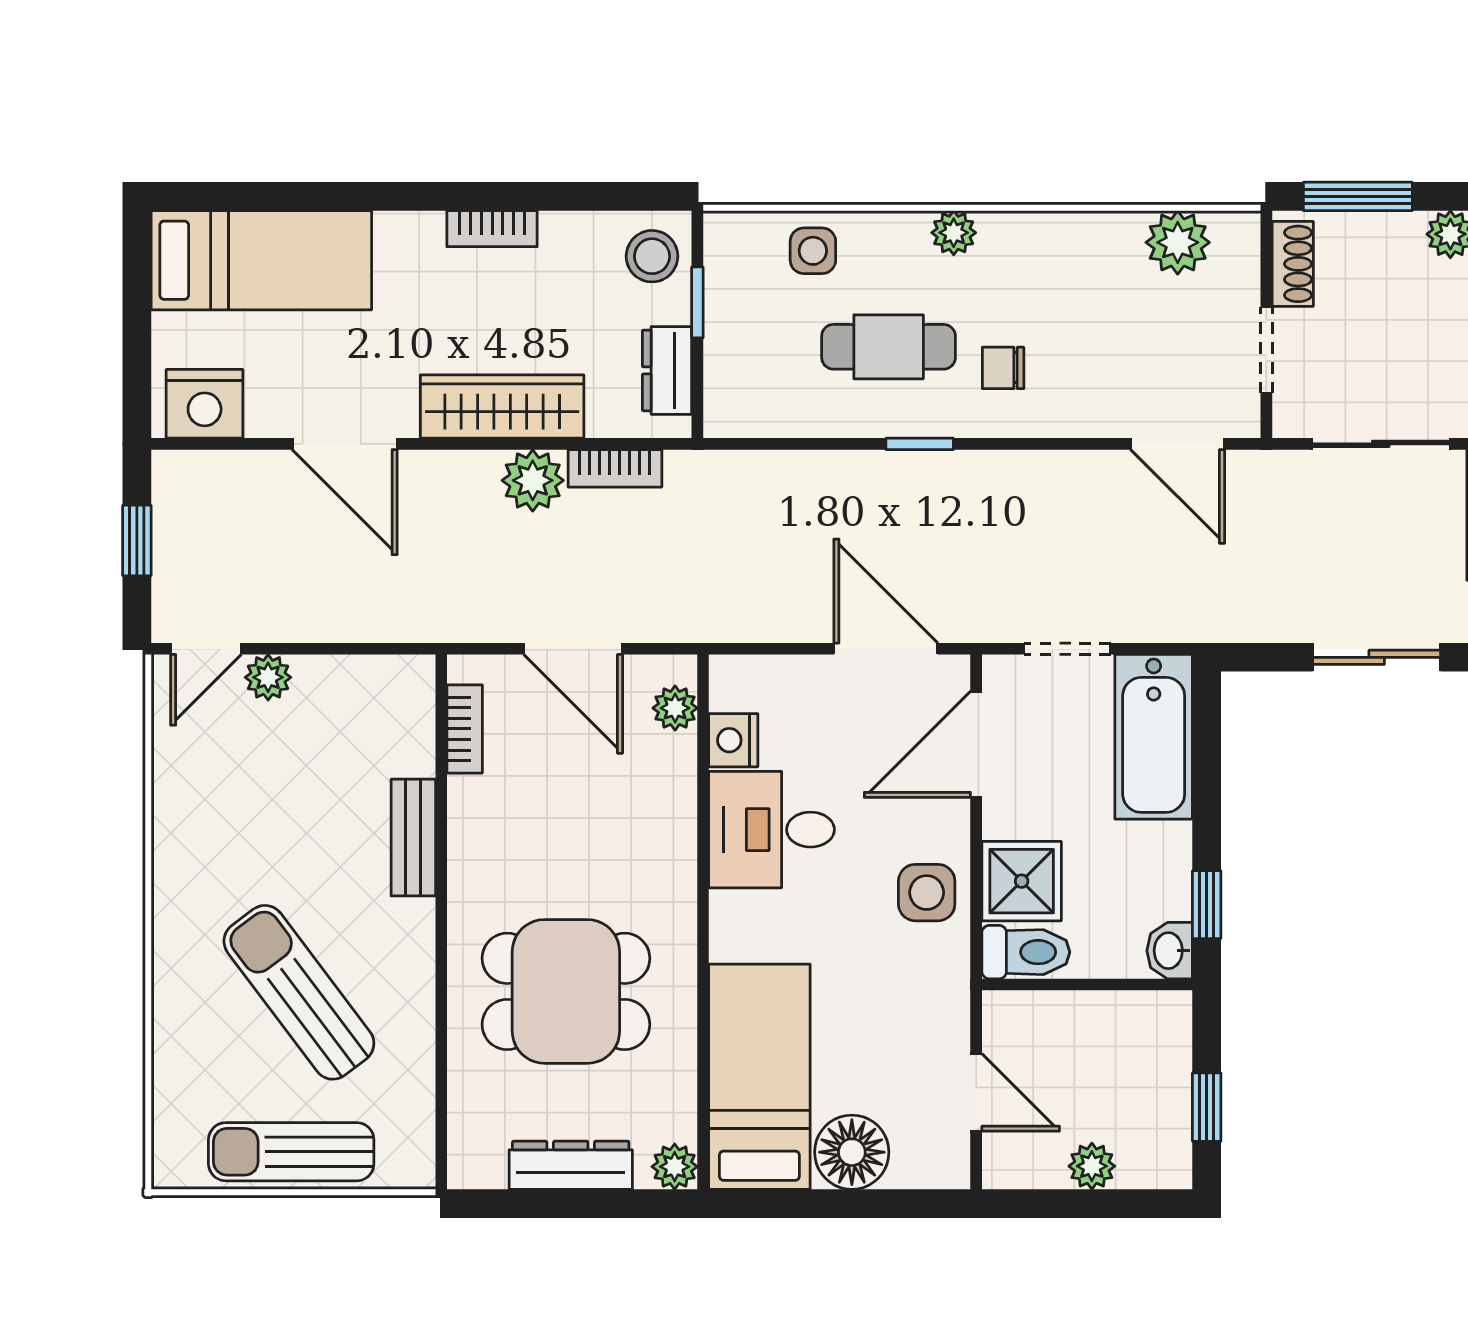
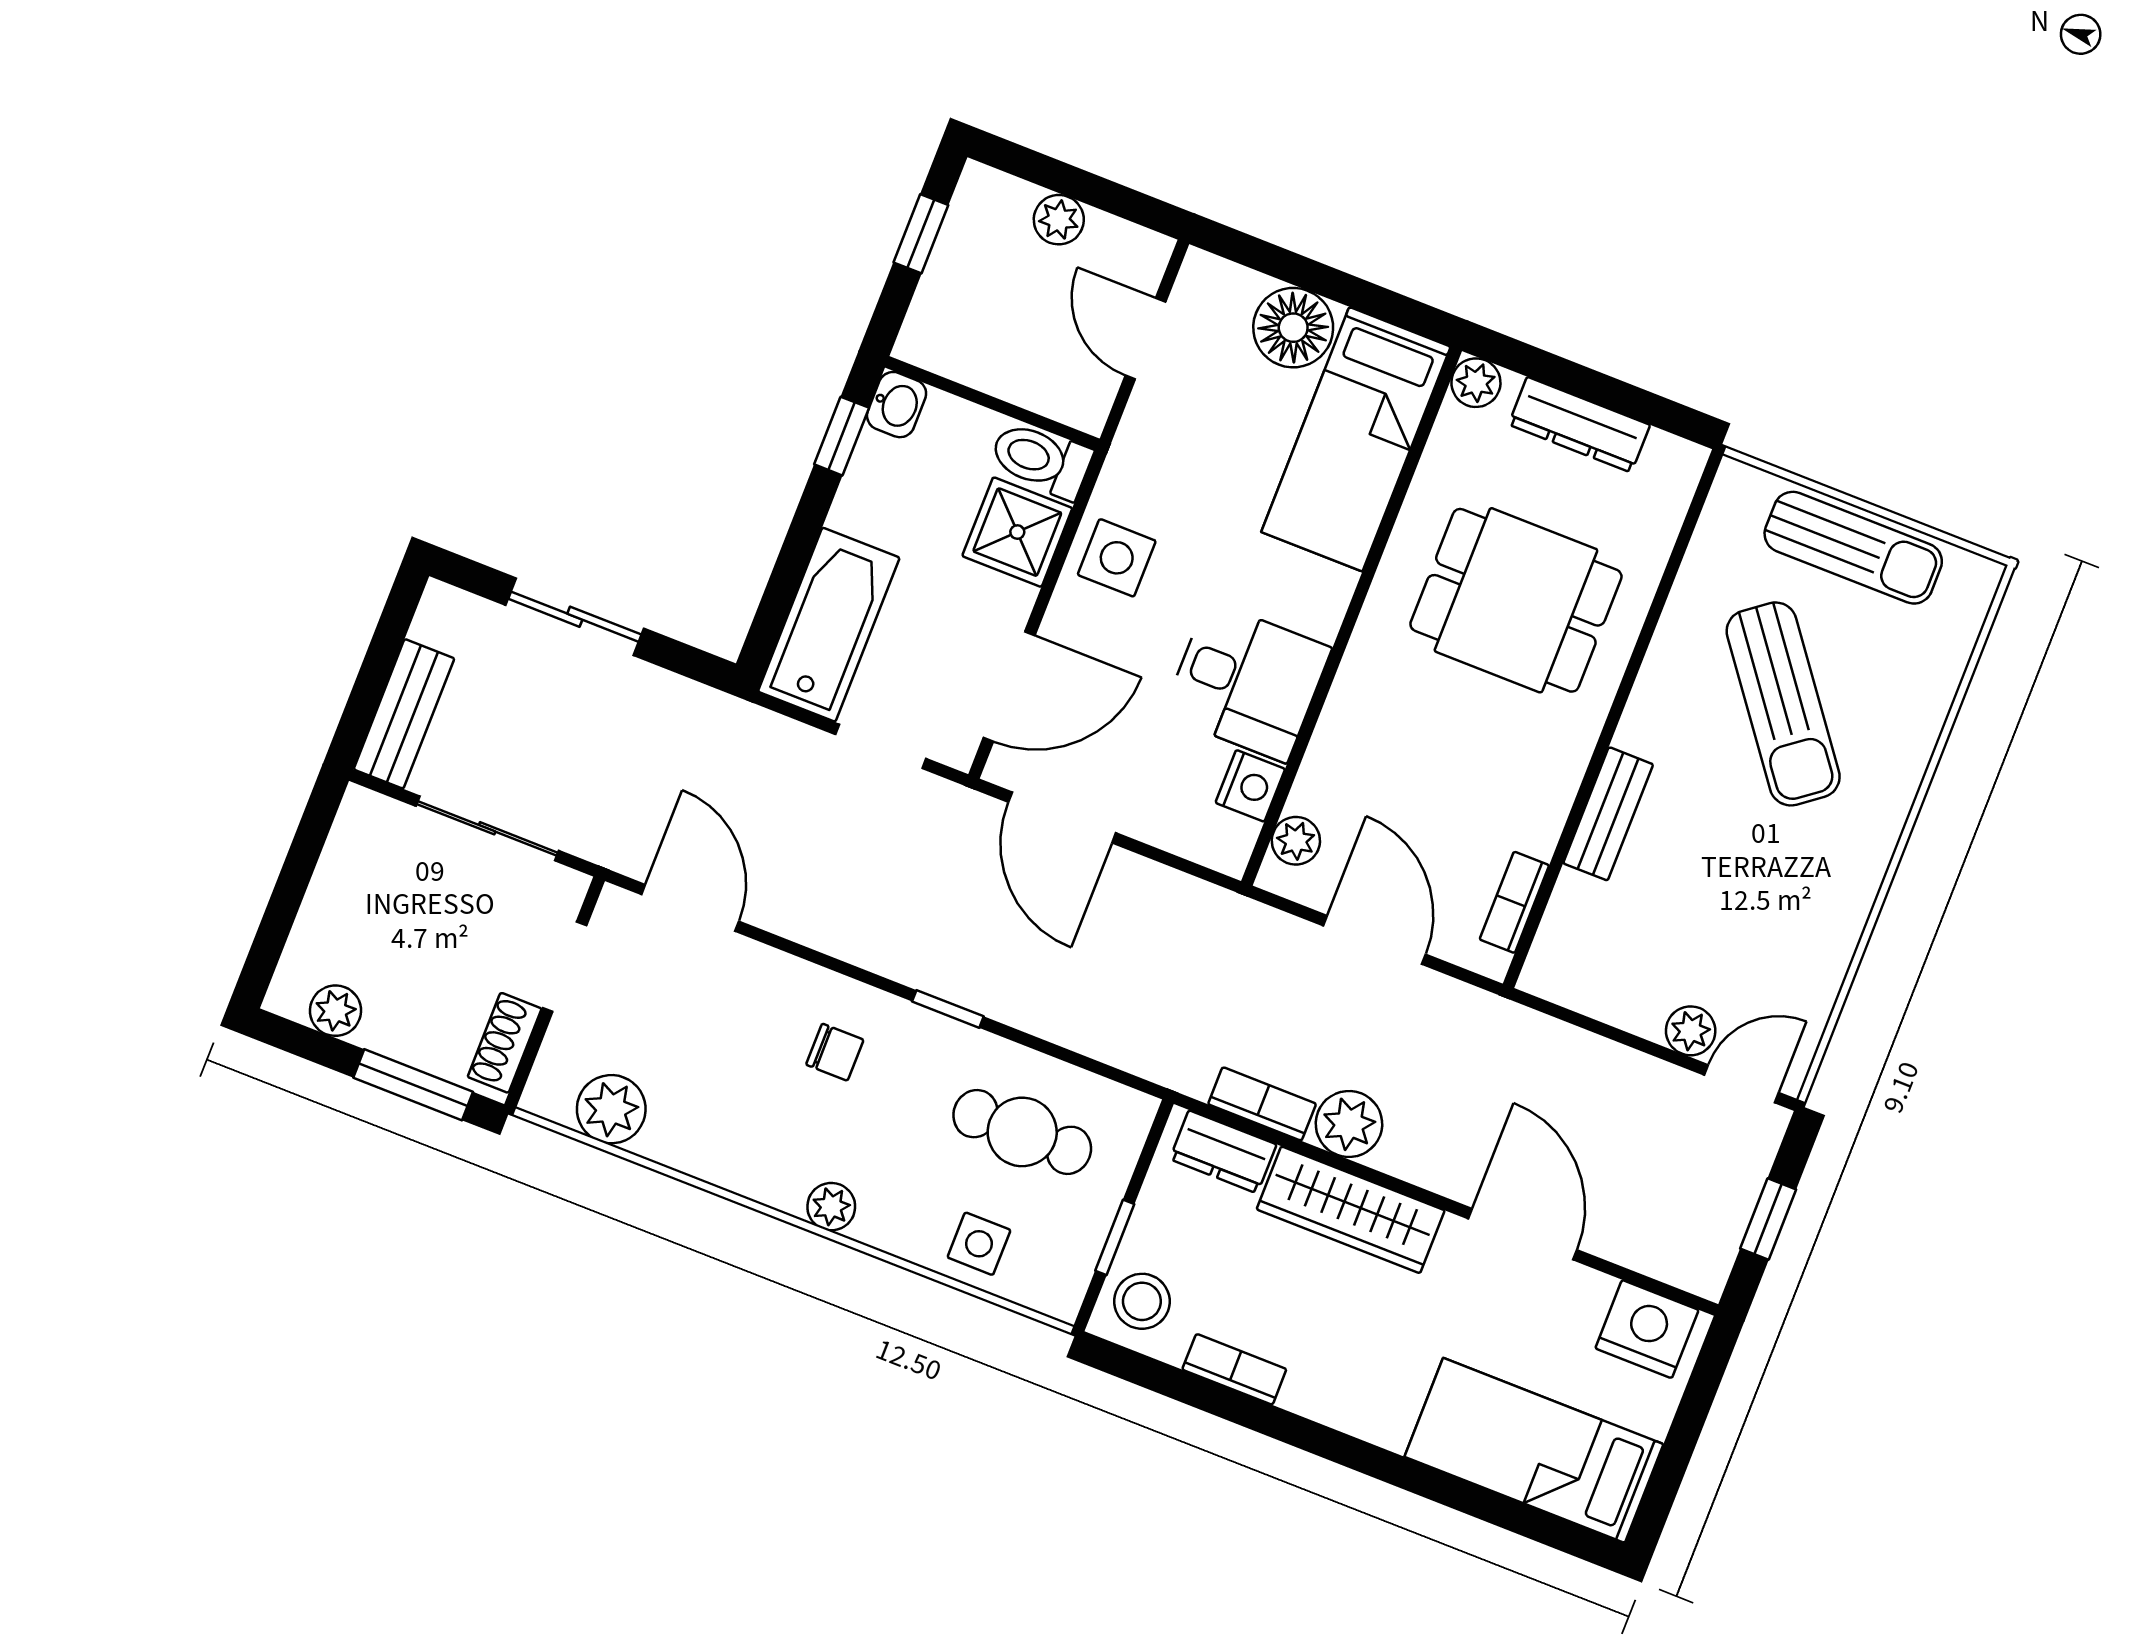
bookcase: (492, 229) -> (1234, 1369), moved
cafe table: (889, 347) -> (1022, 1132), moved
dresser: (667, 370) -> (1223, 1152), moved, turned 90

